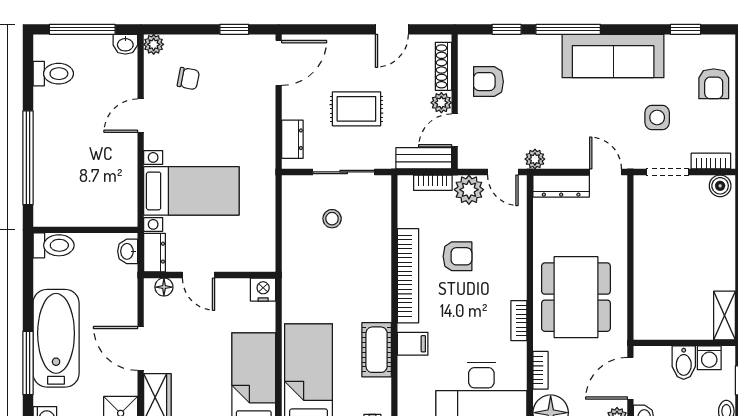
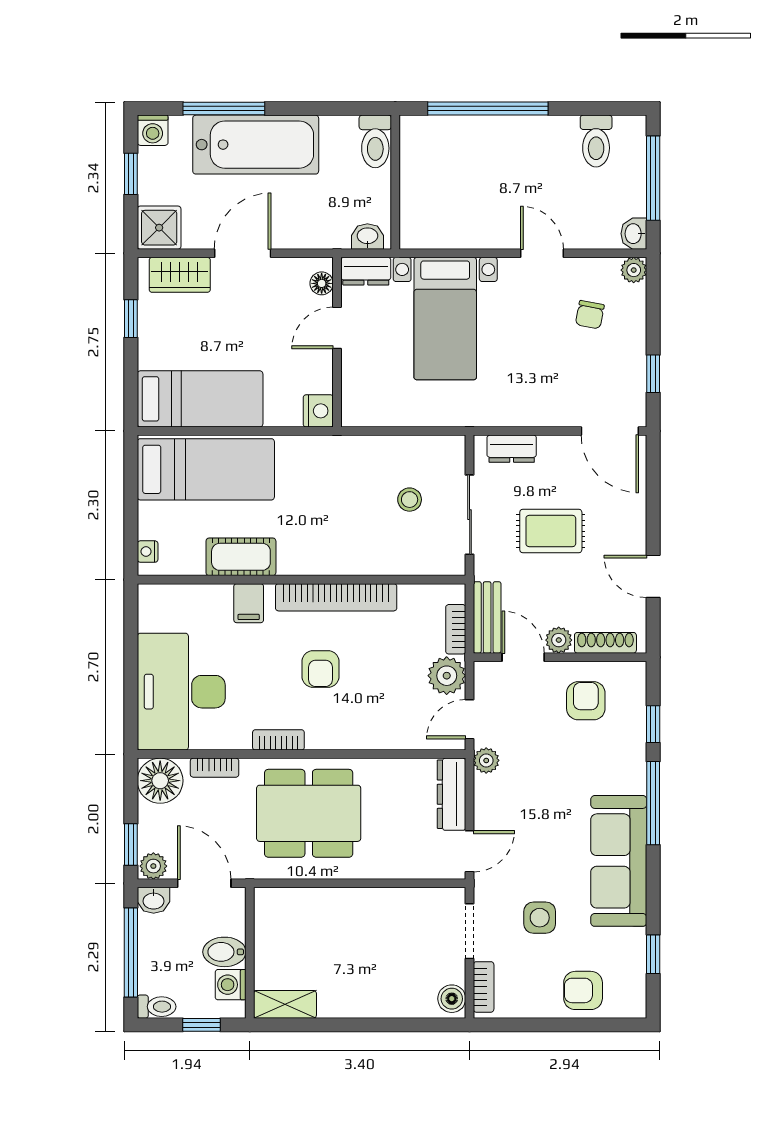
rug: (356, 109) -> (551, 531), turned 90
armchair: (457, 256) -> (320, 669), moved

